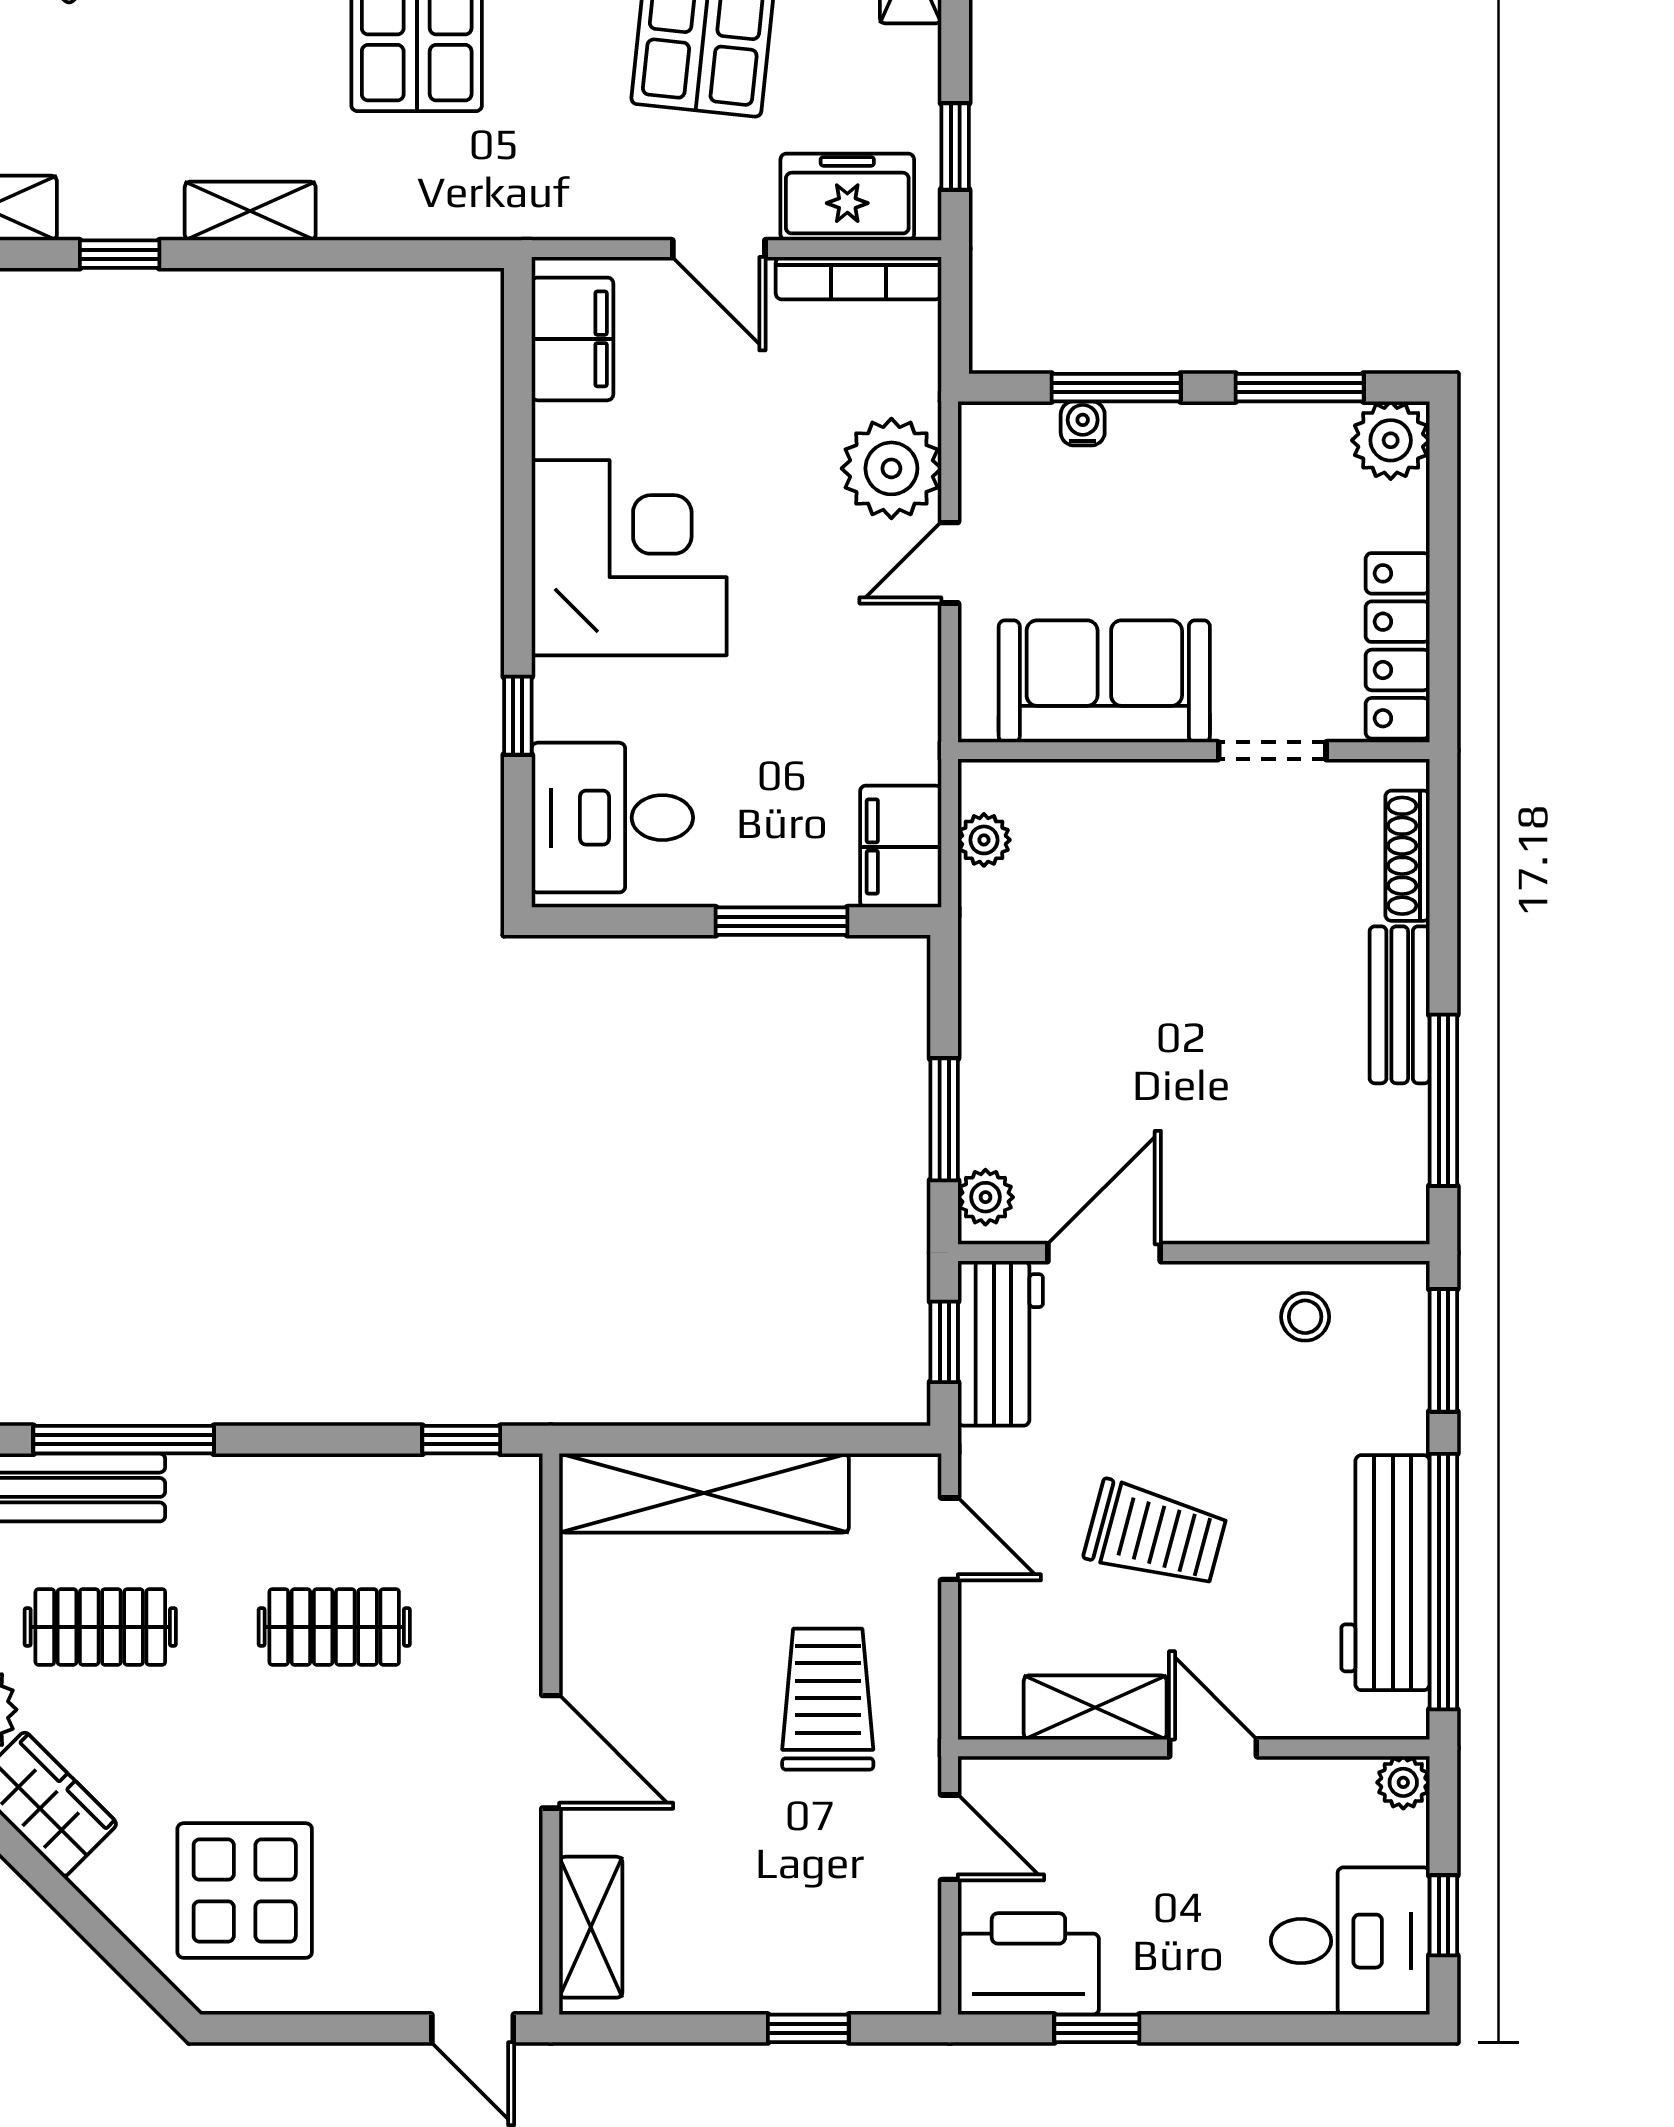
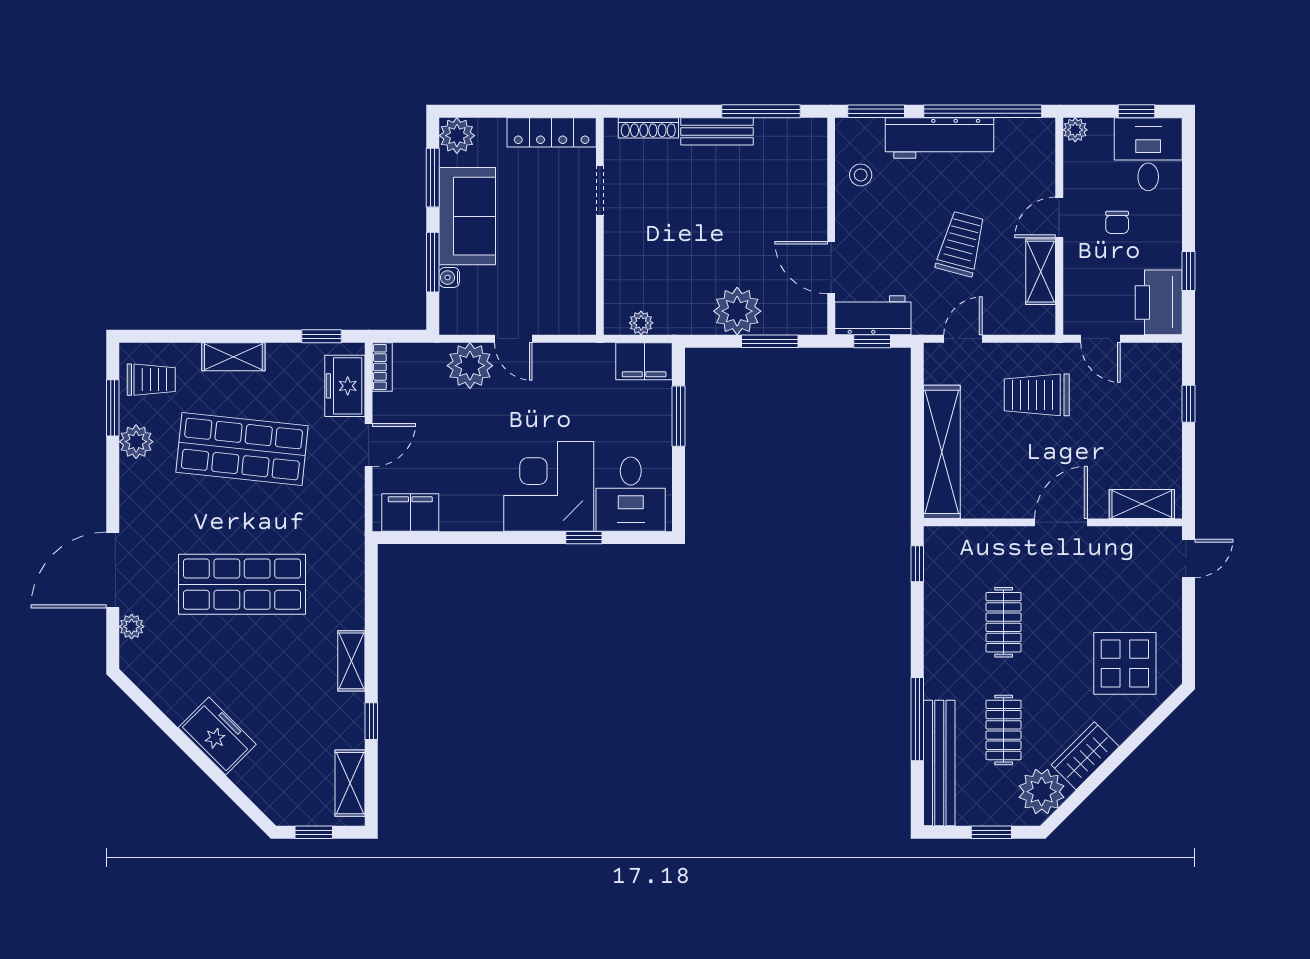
bookcase: (859, 278) -> (382, 367), width x0.64
corner desk: (629, 558) -> (549, 486), moved
sofa: (1104, 681) -> (467, 216), moved, turned 180
plant: (985, 1197) -> (737, 311), moved, width x1.88, depth x1.88
workbench: (1385, 1573) -> (939, 138), moved
door: (950, 1837) -> (1100, 339), swing flipped
chair: (1202, 1873) -> (1117, 222), added

